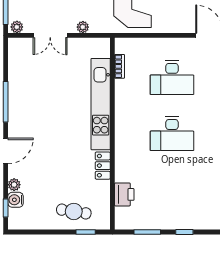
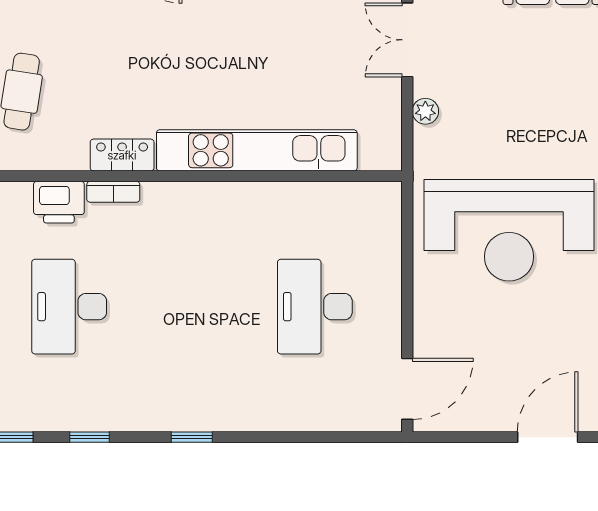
bookcase: (120, 66) -> (113, 192), moved
desk: (172, 134) -> (69, 307), moved

